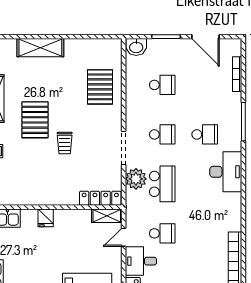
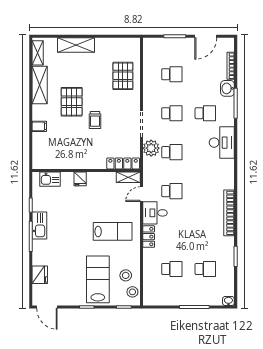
door: (205, 37) -> (206, 36), hinge flipped
washbasin: (136, 47) -> (227, 88), moved, turned 90
school desk: (162, 184) -> (172, 152), width x0.54

